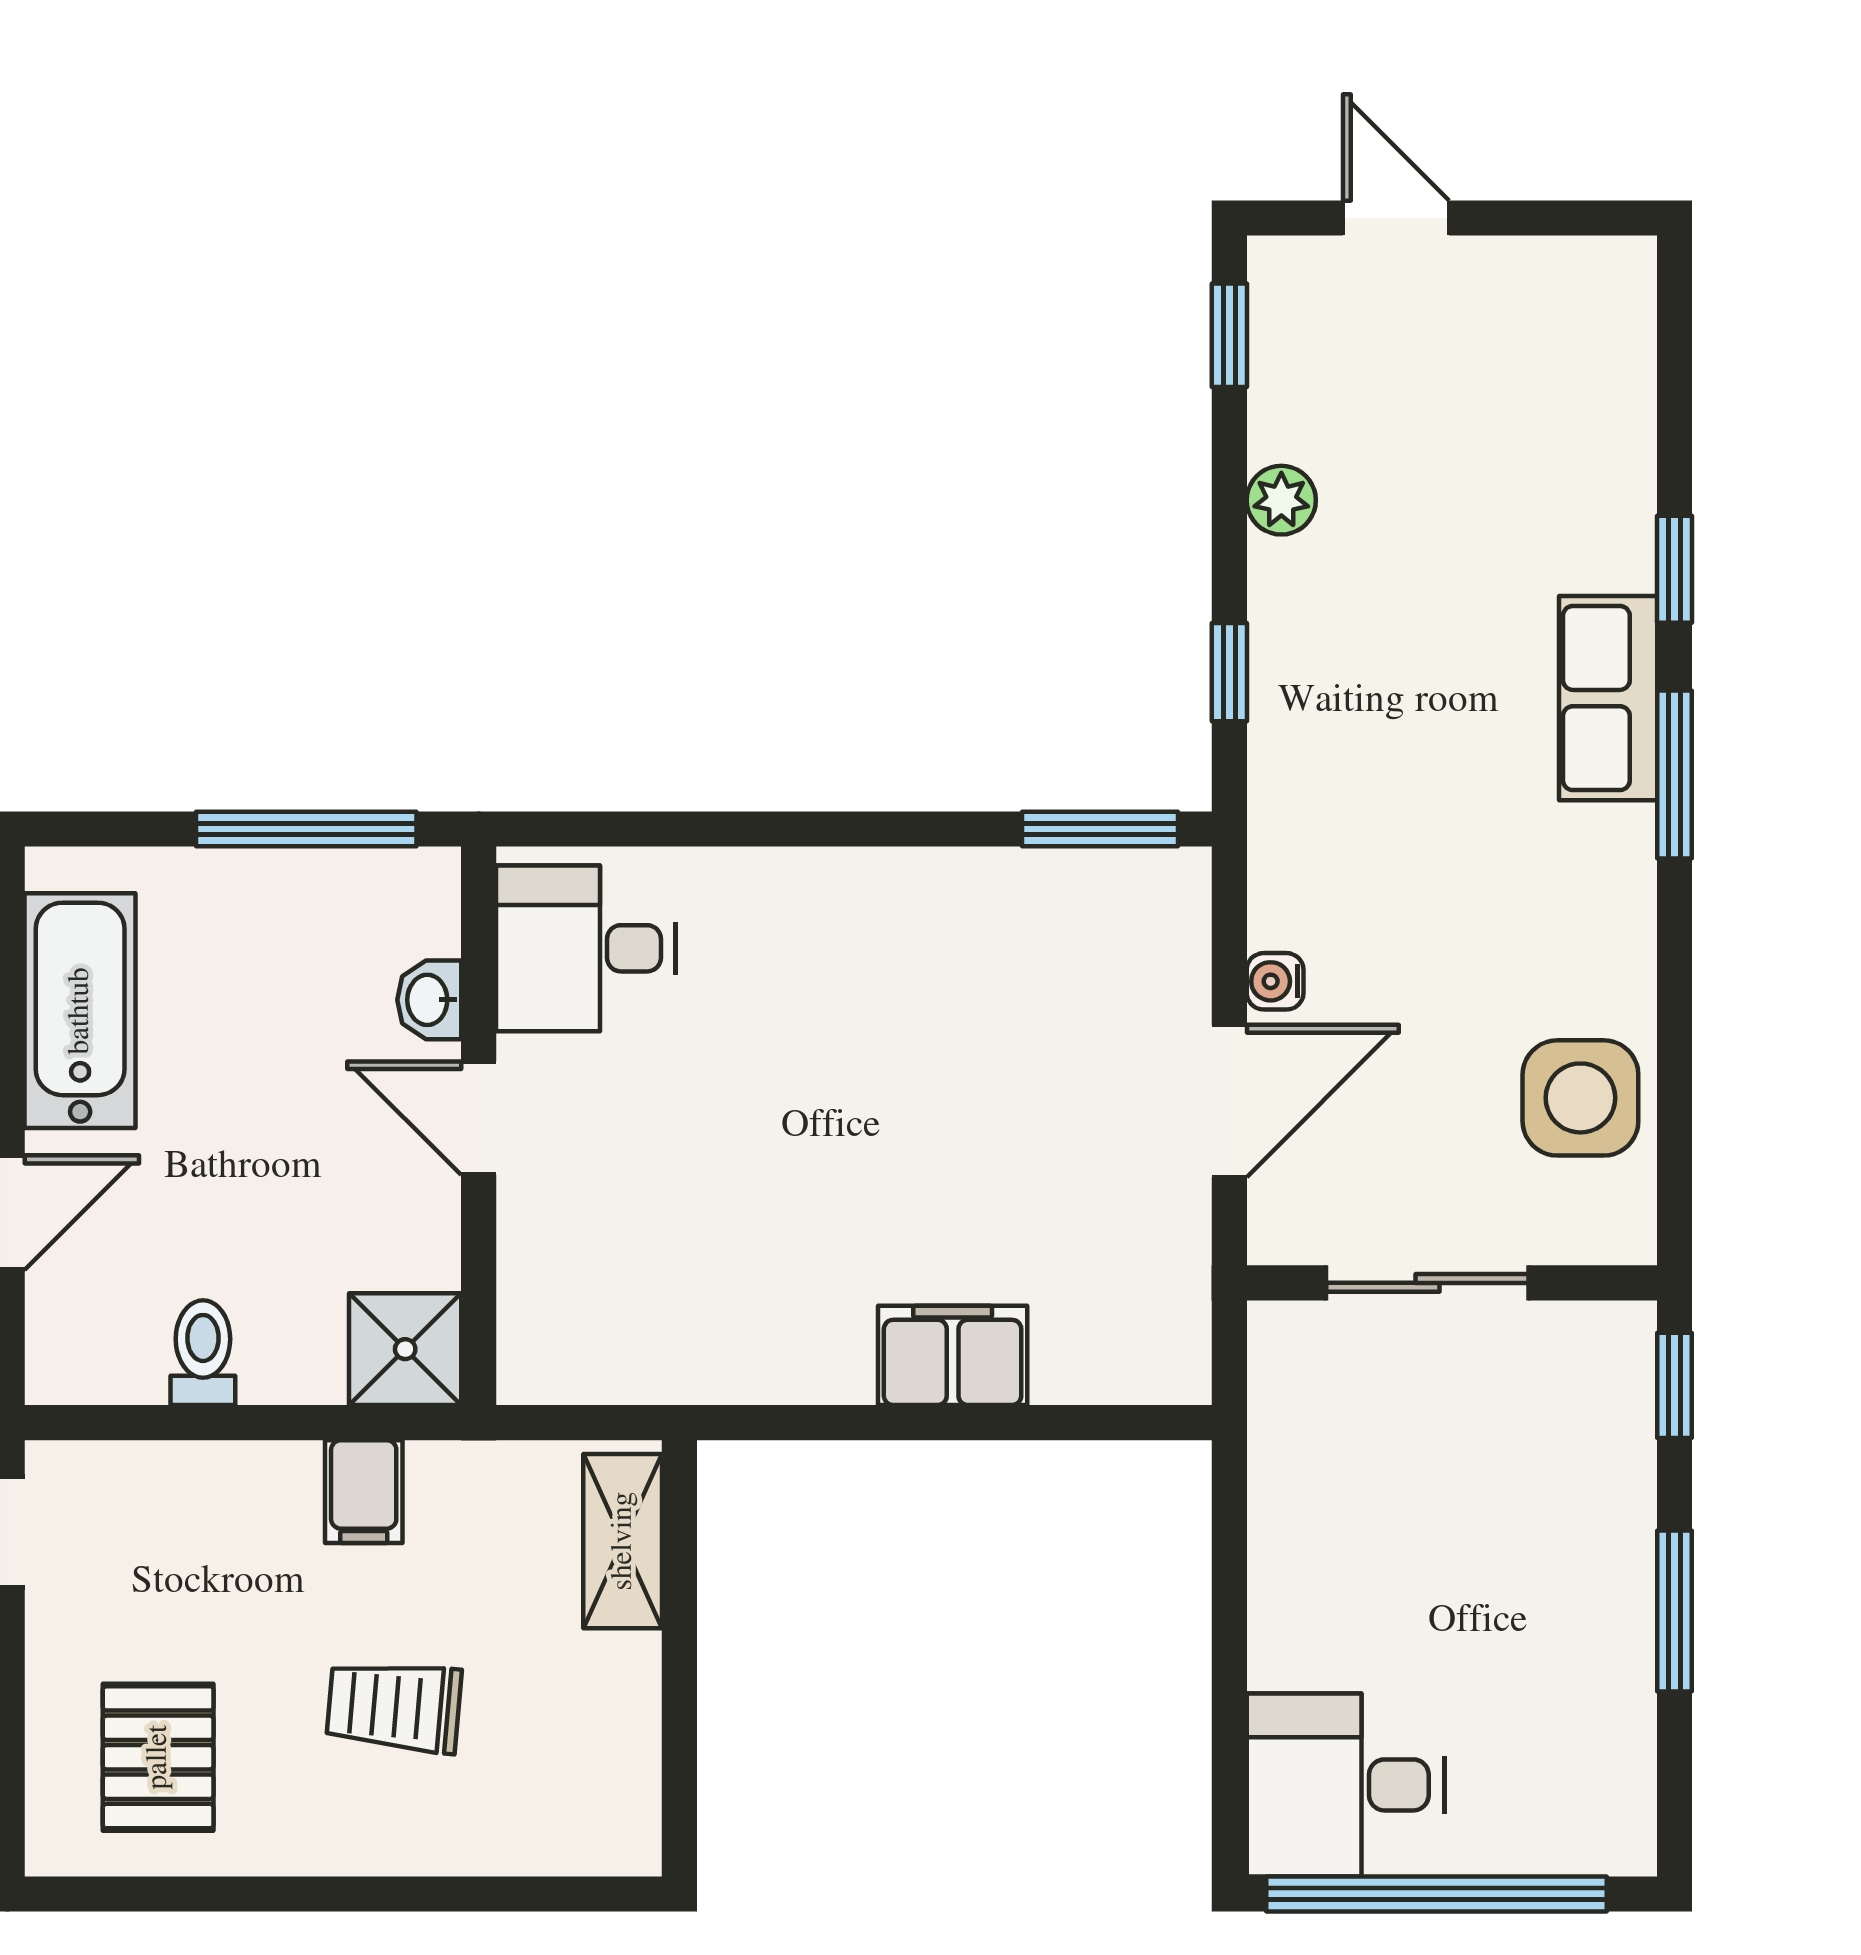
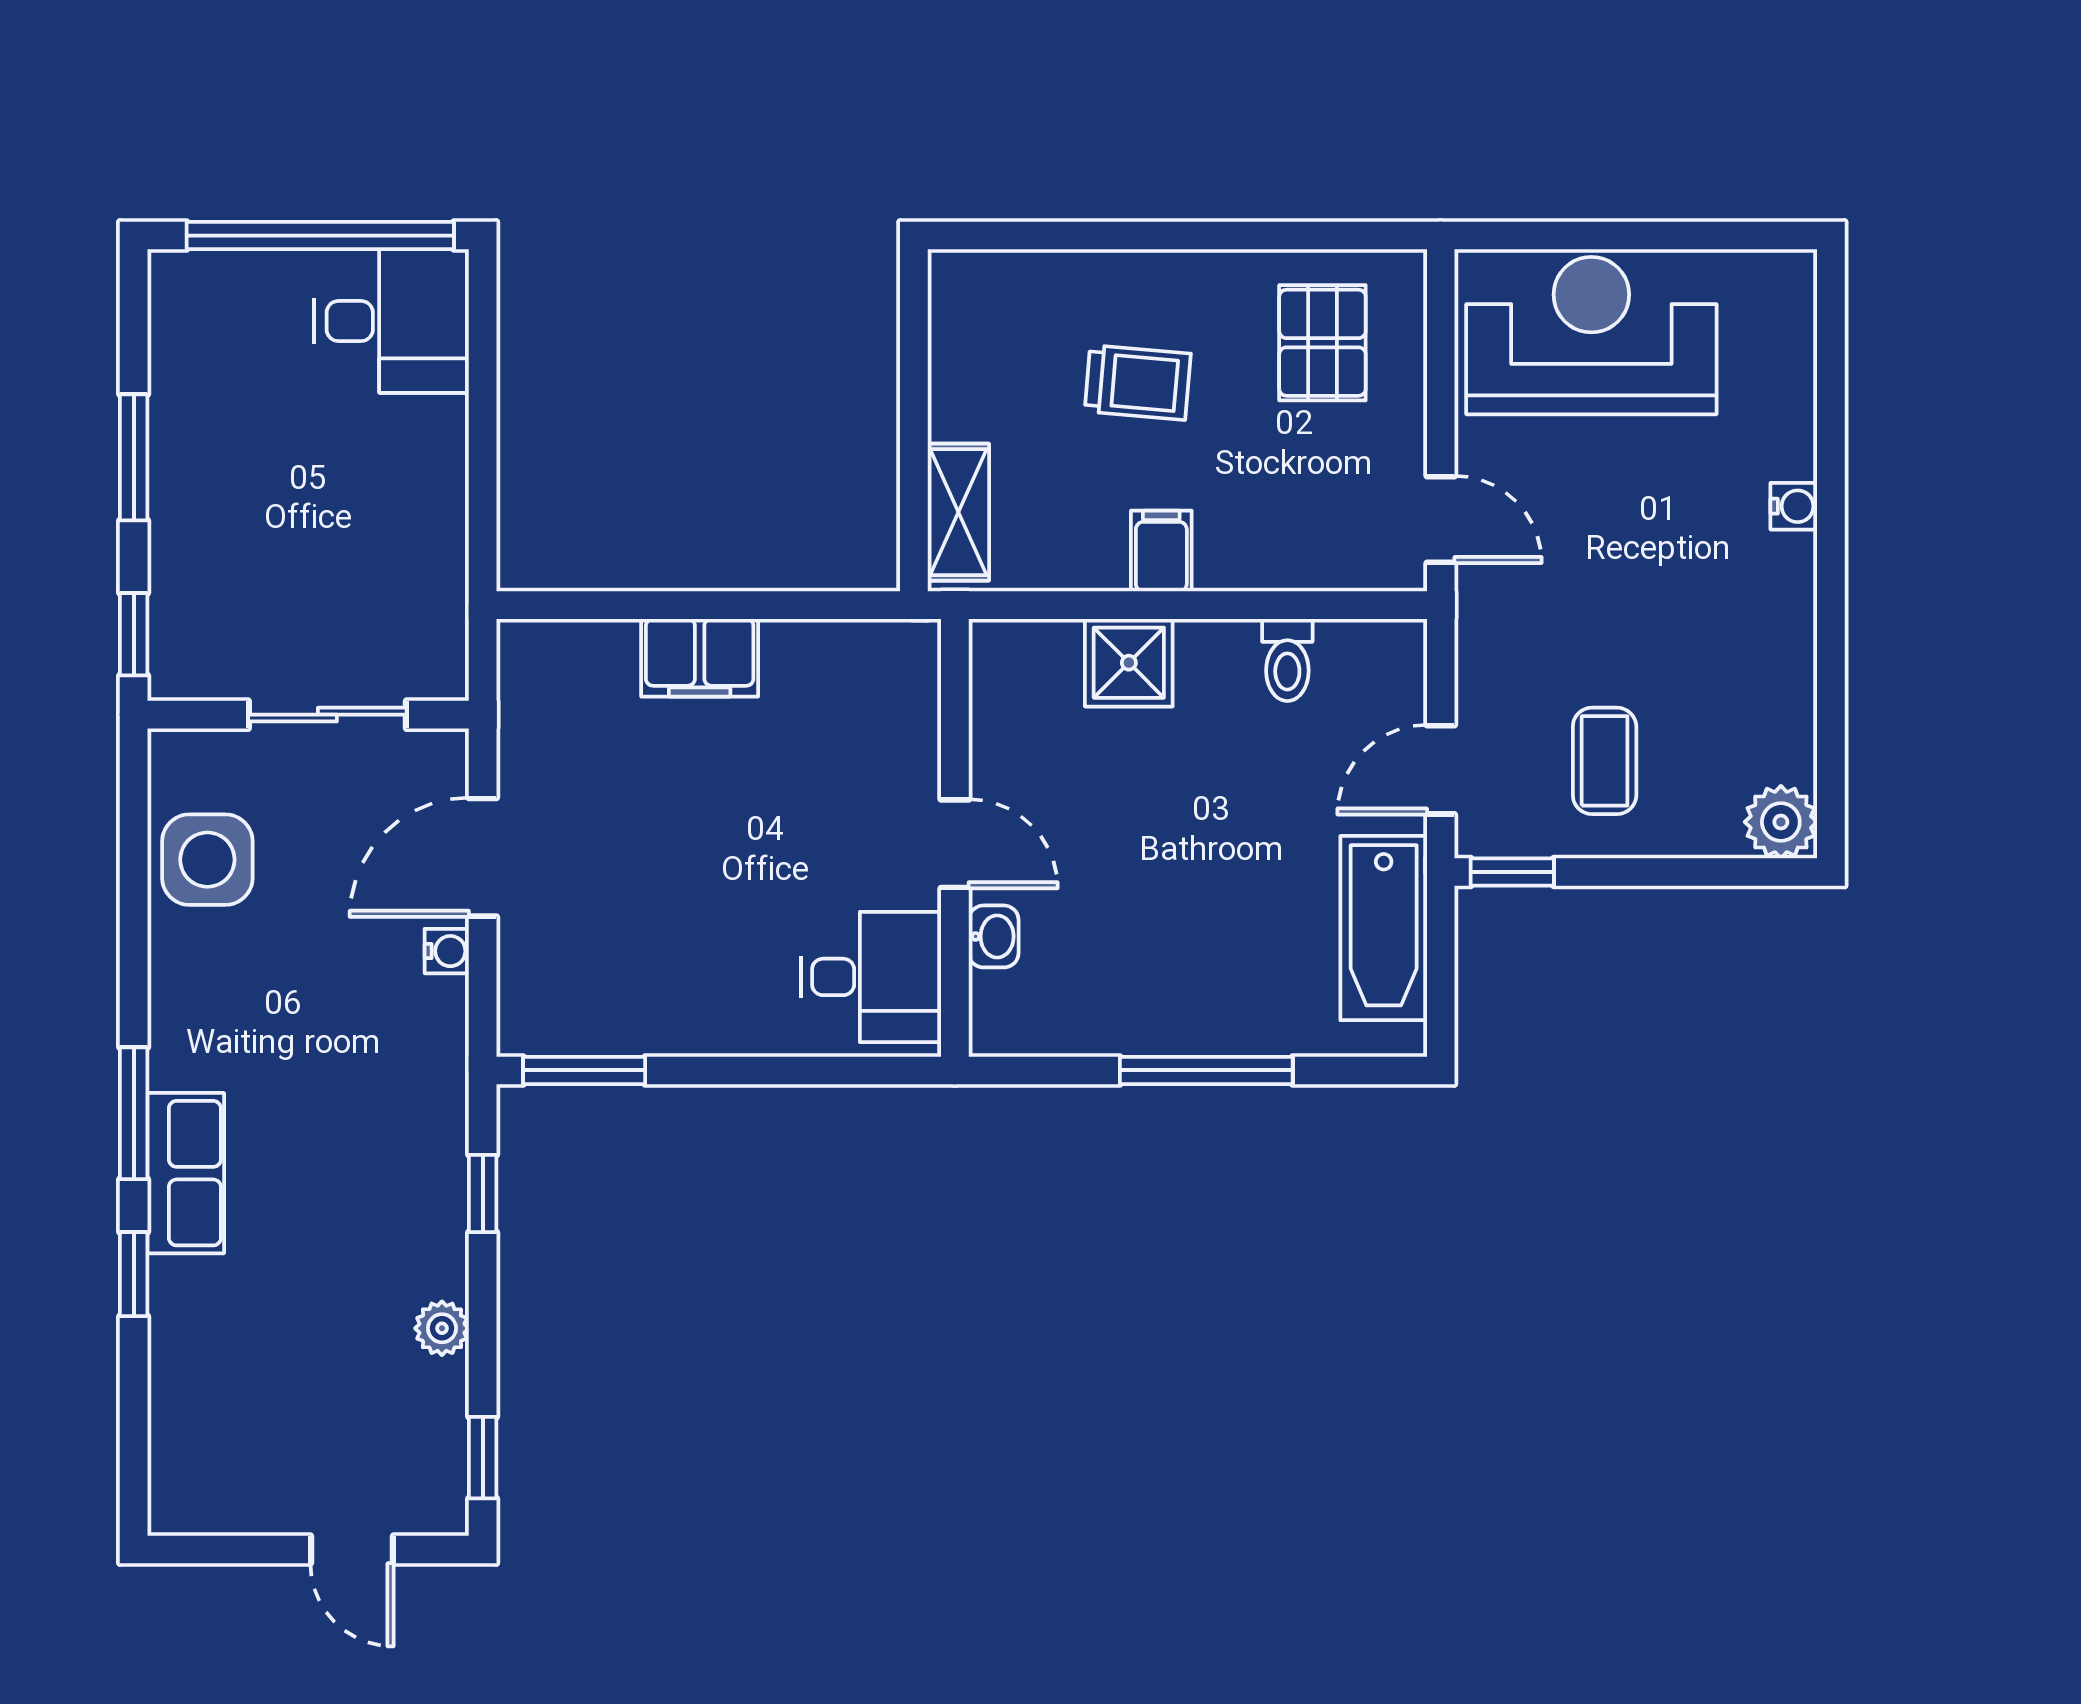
desk: (586, 948) -> (871, 977), moved
washbasin: (429, 1000) -> (994, 936), moved
door: (479, 1118) -> (955, 844), moved
wall: (479, 1126) -> (955, 838), moved

